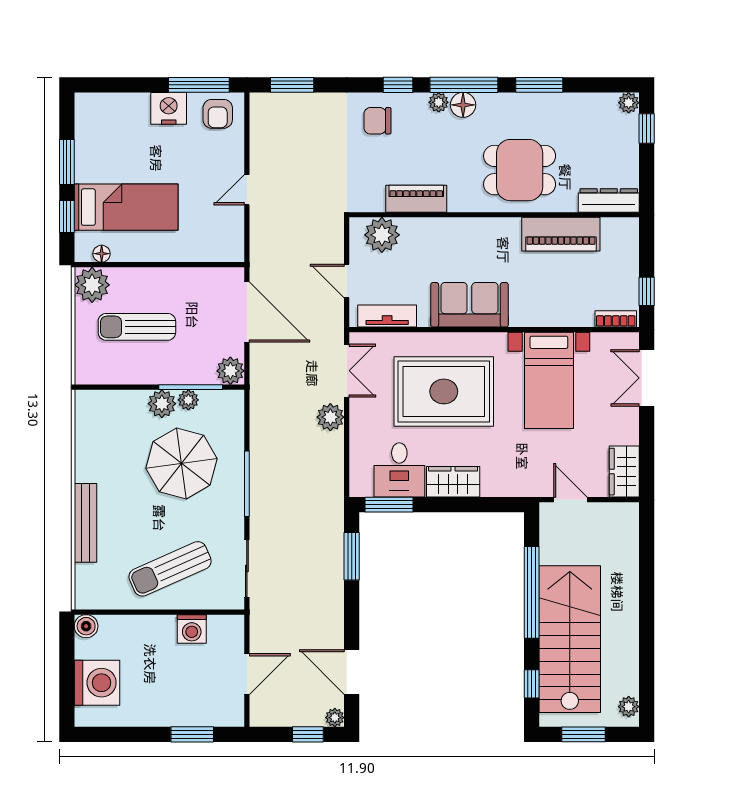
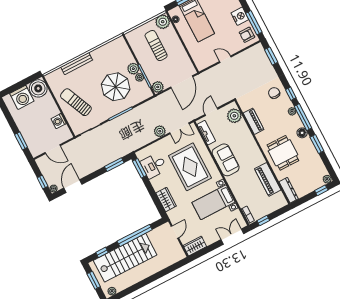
floor lamp: (463, 105) -> (302, 133), moved
wardrobe: (453, 482) -> (166, 199), moved
boiler: (86, 626) -> (38, 88), width x1.86, depth x1.86

